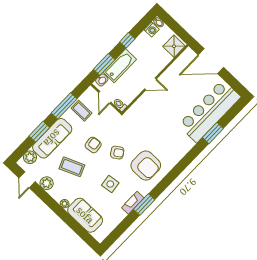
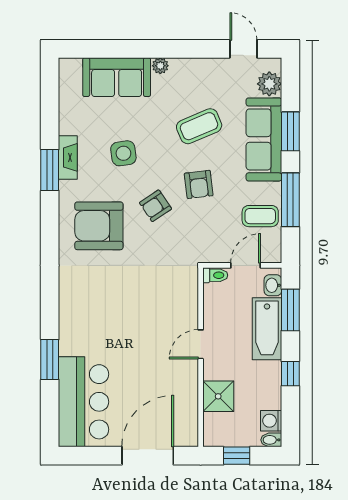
window: (177, 29) -> (237, 456), added
shower: (174, 46) -> (218, 396), moved
door: (105, 97) -> (246, 265), hinge flipped
bar counter: (210, 111) -> (84, 402), width x0.73
plant: (47, 183) -> (212, 70), removed

